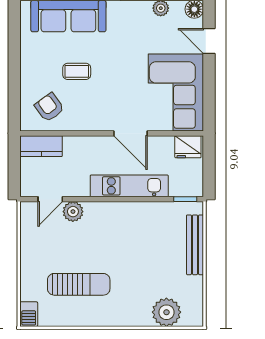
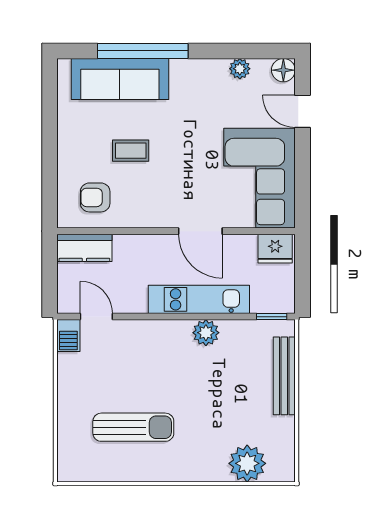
armchair: (49, 107) -> (95, 197), turned -54
door: (50, 199) -> (96, 317), swing flipped
plant: (73, 212) -> (206, 333), moved
barbecue: (29, 314) -> (68, 336), moved

